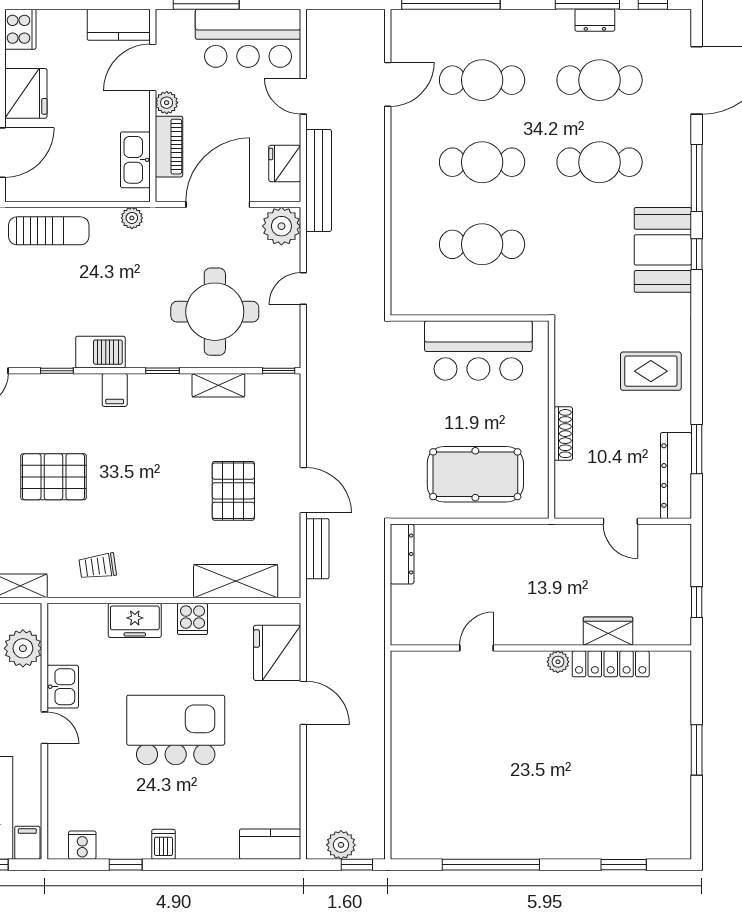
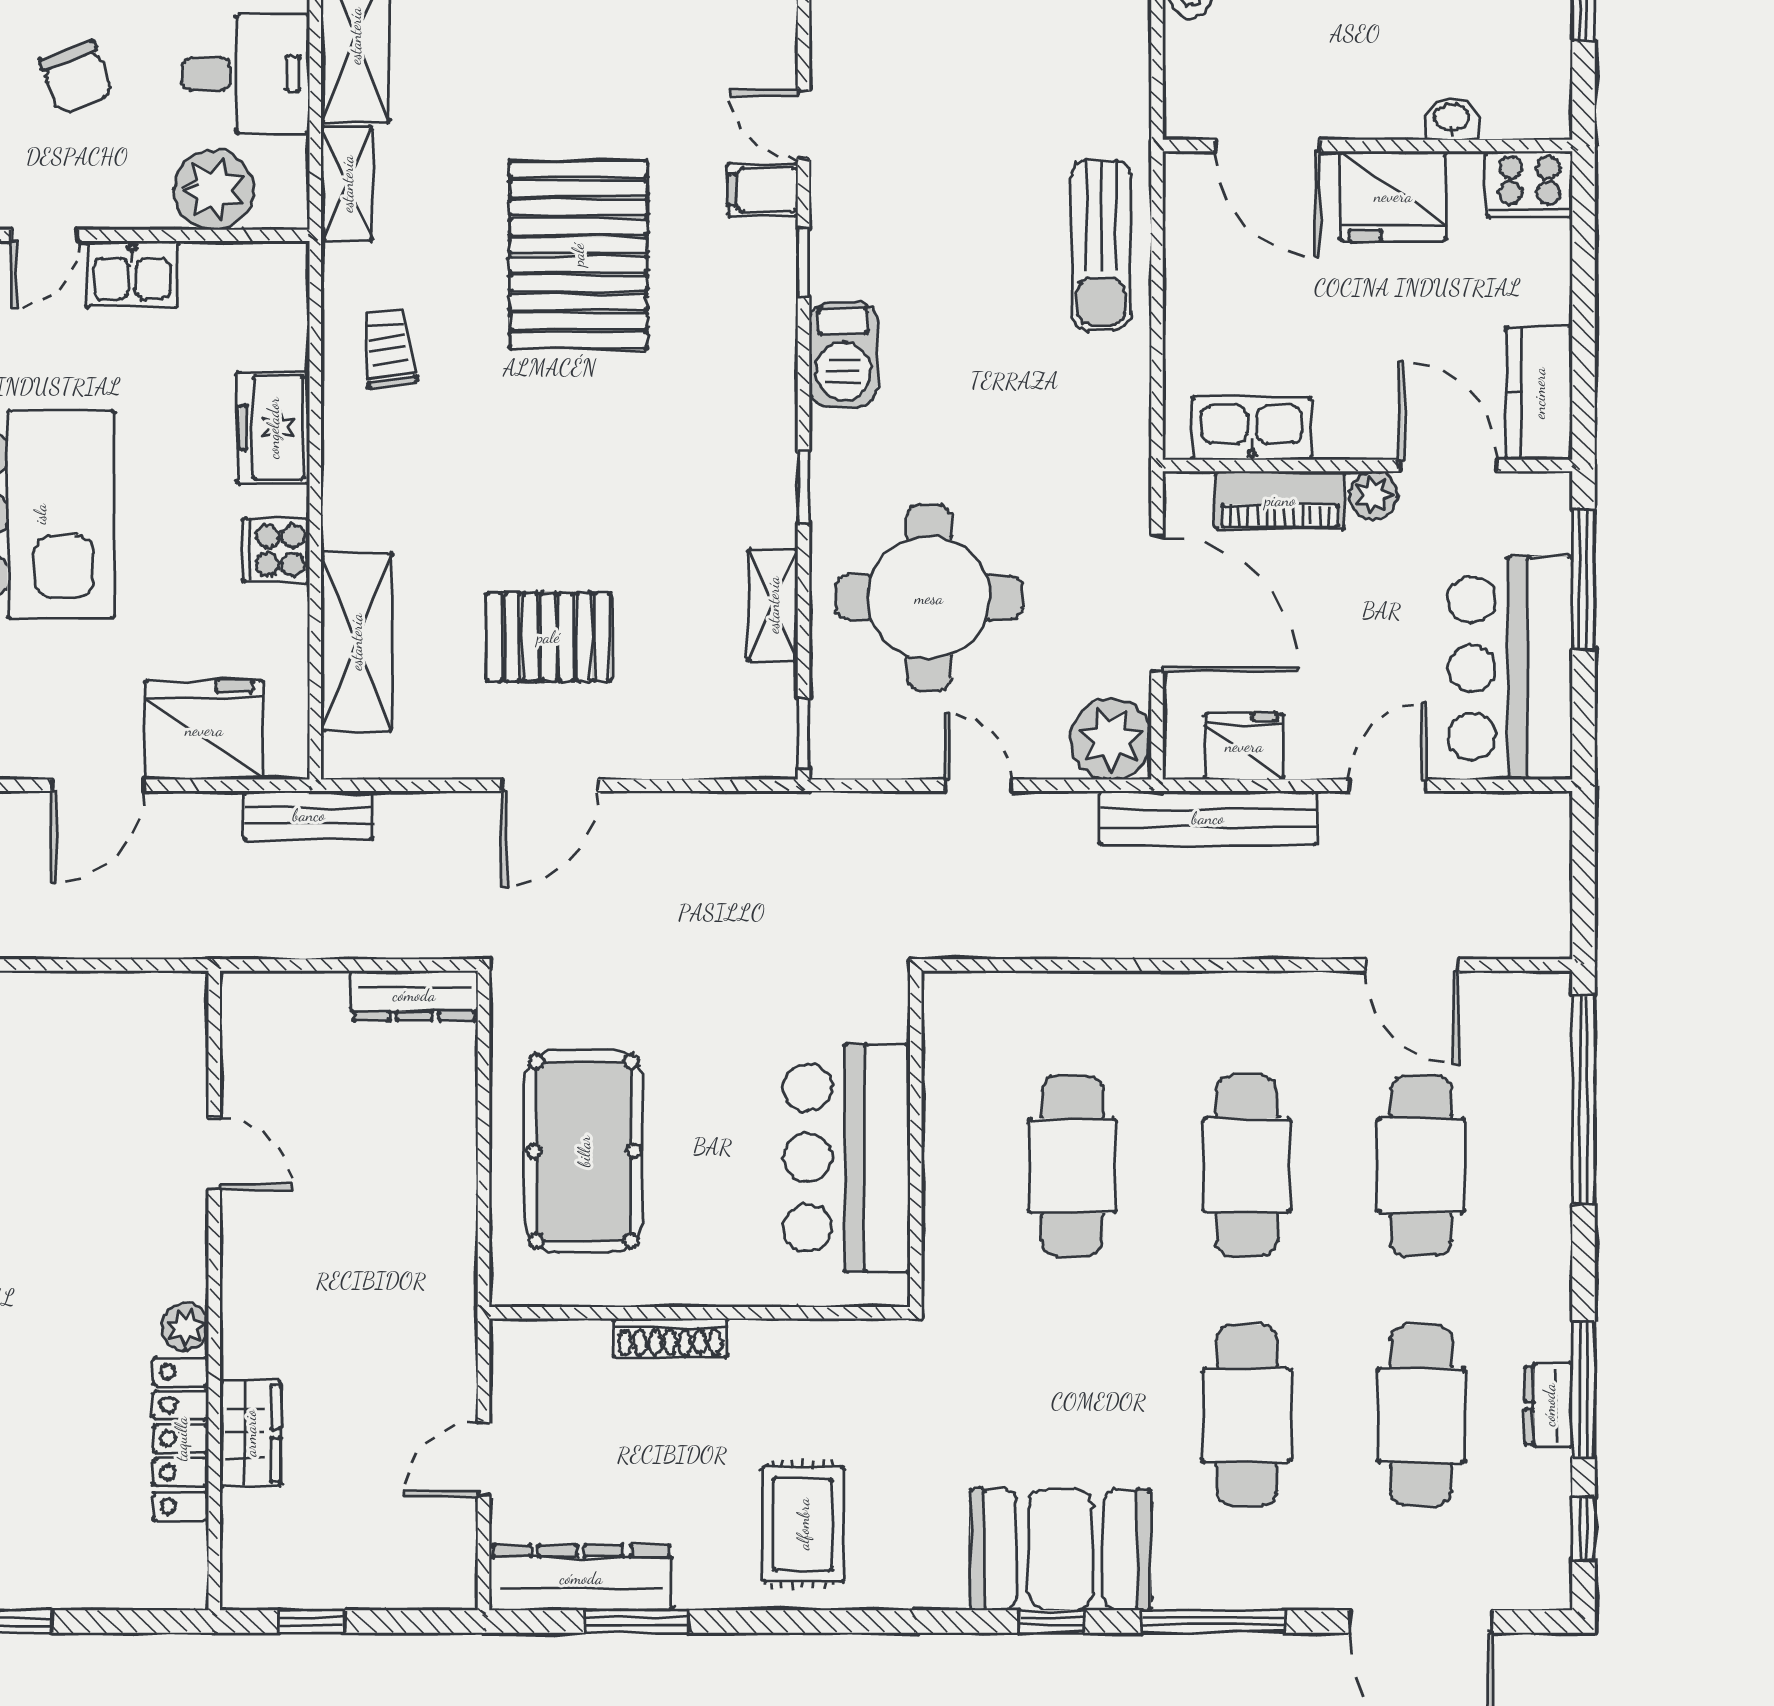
plant: (132, 218) -> (1128, 421), removed
filing cabinet: (115, 390) -> (763, 190), moved
pallet: (53, 477) -> (578, 255), width x1.37, depth x1.41
bench: (317, 549) -> (309, 815), moved

